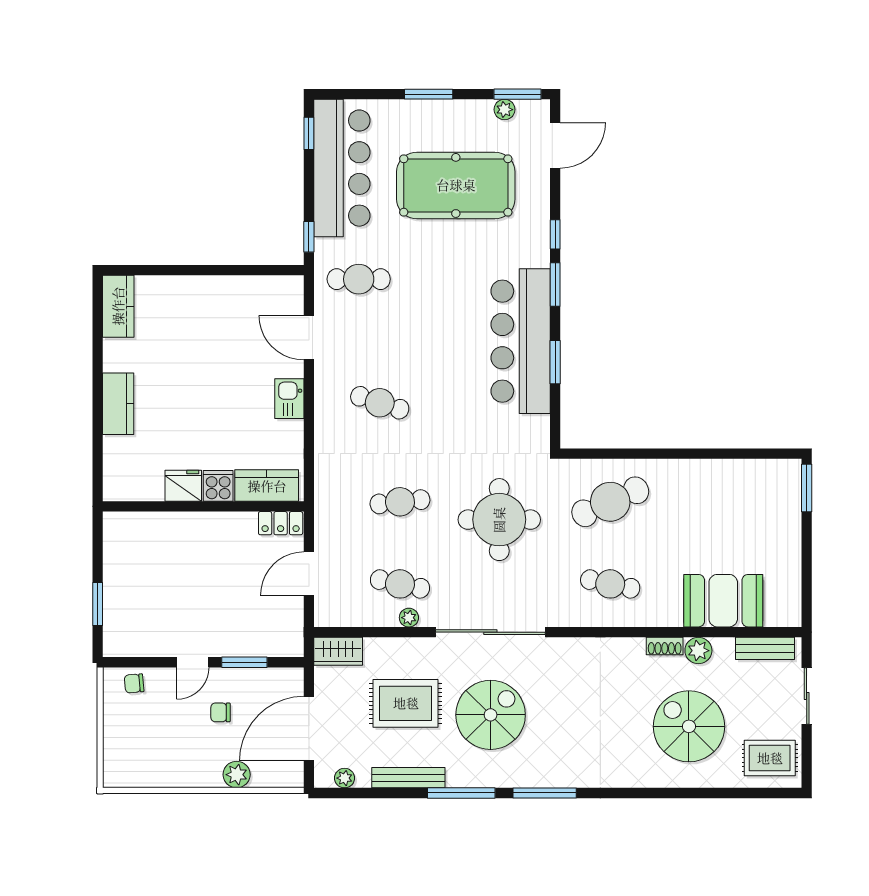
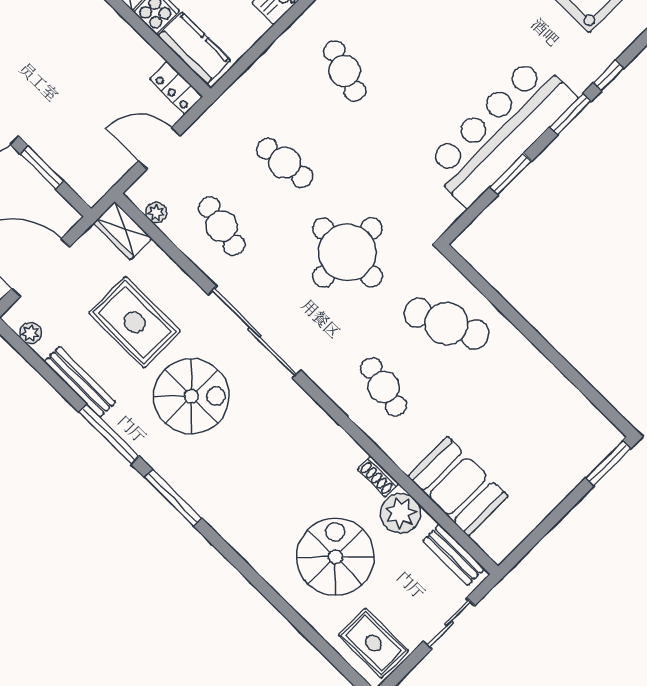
plant: (409, 618) -> (156, 213), moved
plant: (698, 651) -> (401, 513), width x1.36, depth x1.36

